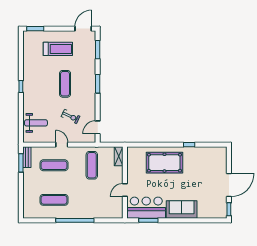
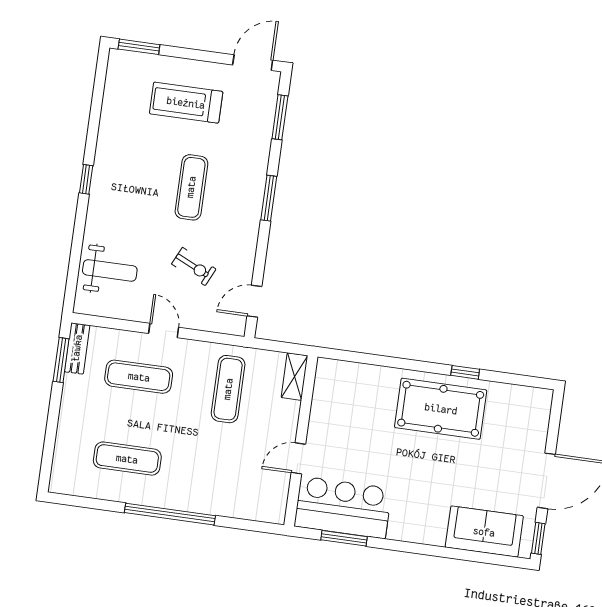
treadmill: (58, 49) -> (186, 103), turned 180
pool table: (164, 163) -> (441, 409), moved
sofa: (182, 210) -> (484, 532), moved

